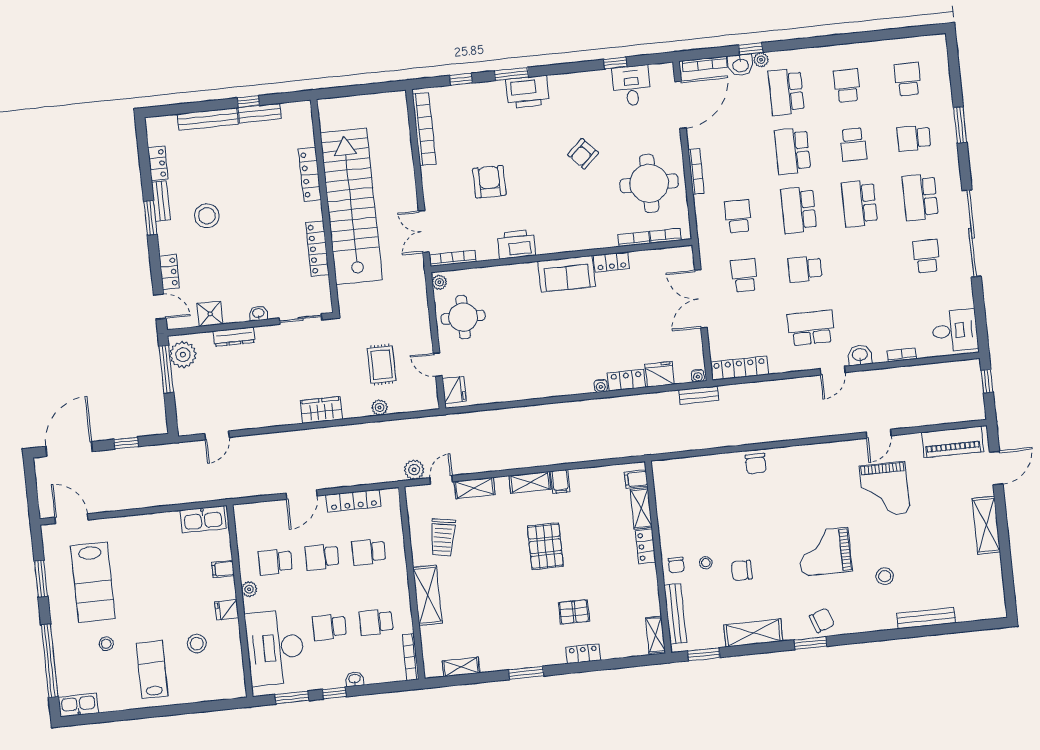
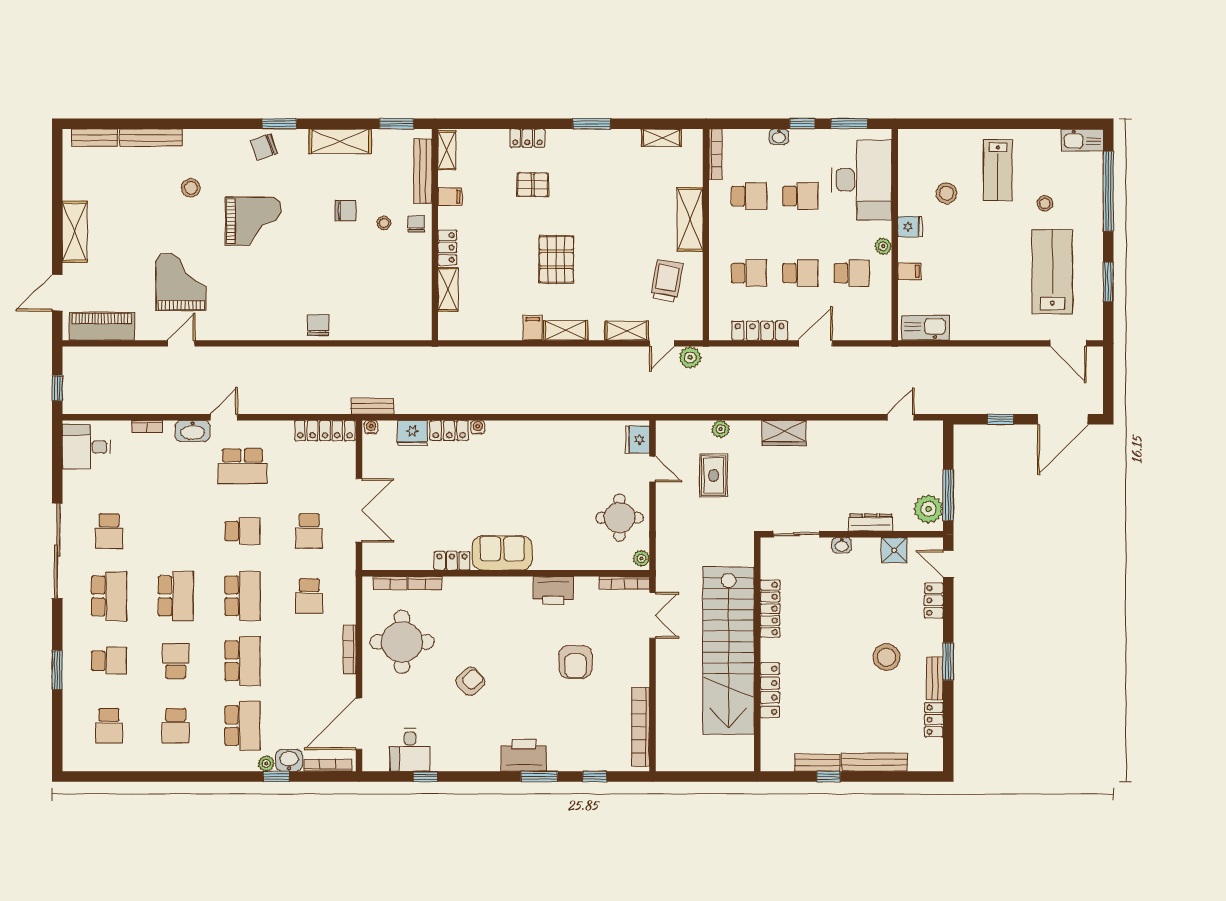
washbasin: (860, 355) -> (193, 431), width x1.38
filing cabinet: (636, 479) -> (450, 197), moved
bench: (977, 613) -> (95, 138), added

